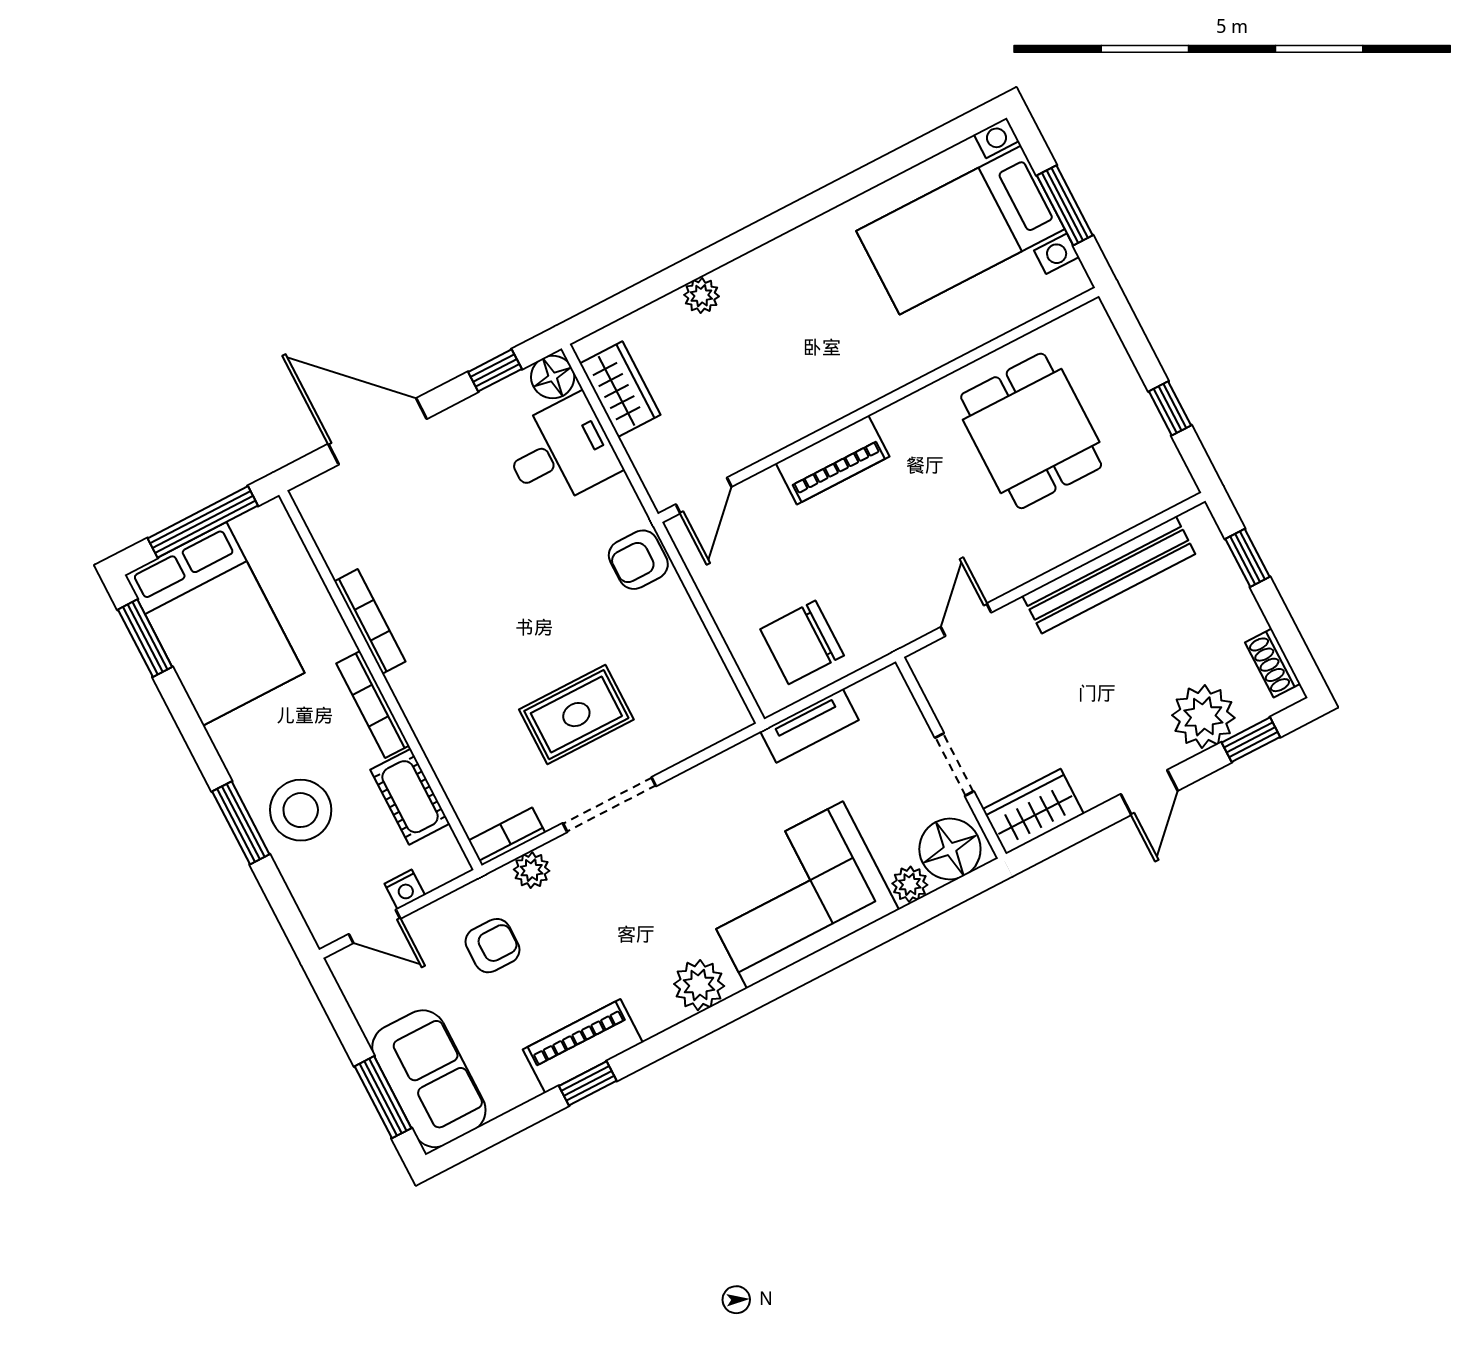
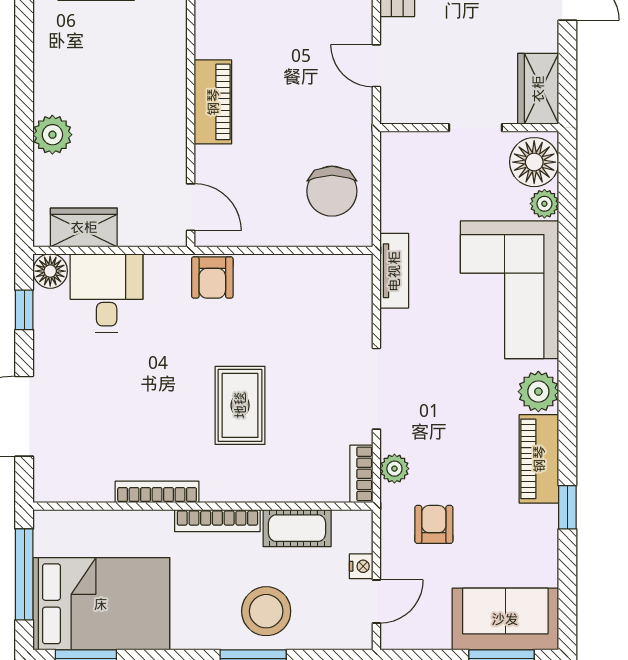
plant: (701, 296) -> (52, 135), width x1.38, depth x1.38
rug: (576, 715) -> (240, 405), moved
tv unit: (810, 726) -> (394, 271), moved
piano: (583, 1046) -> (539, 459), moved

